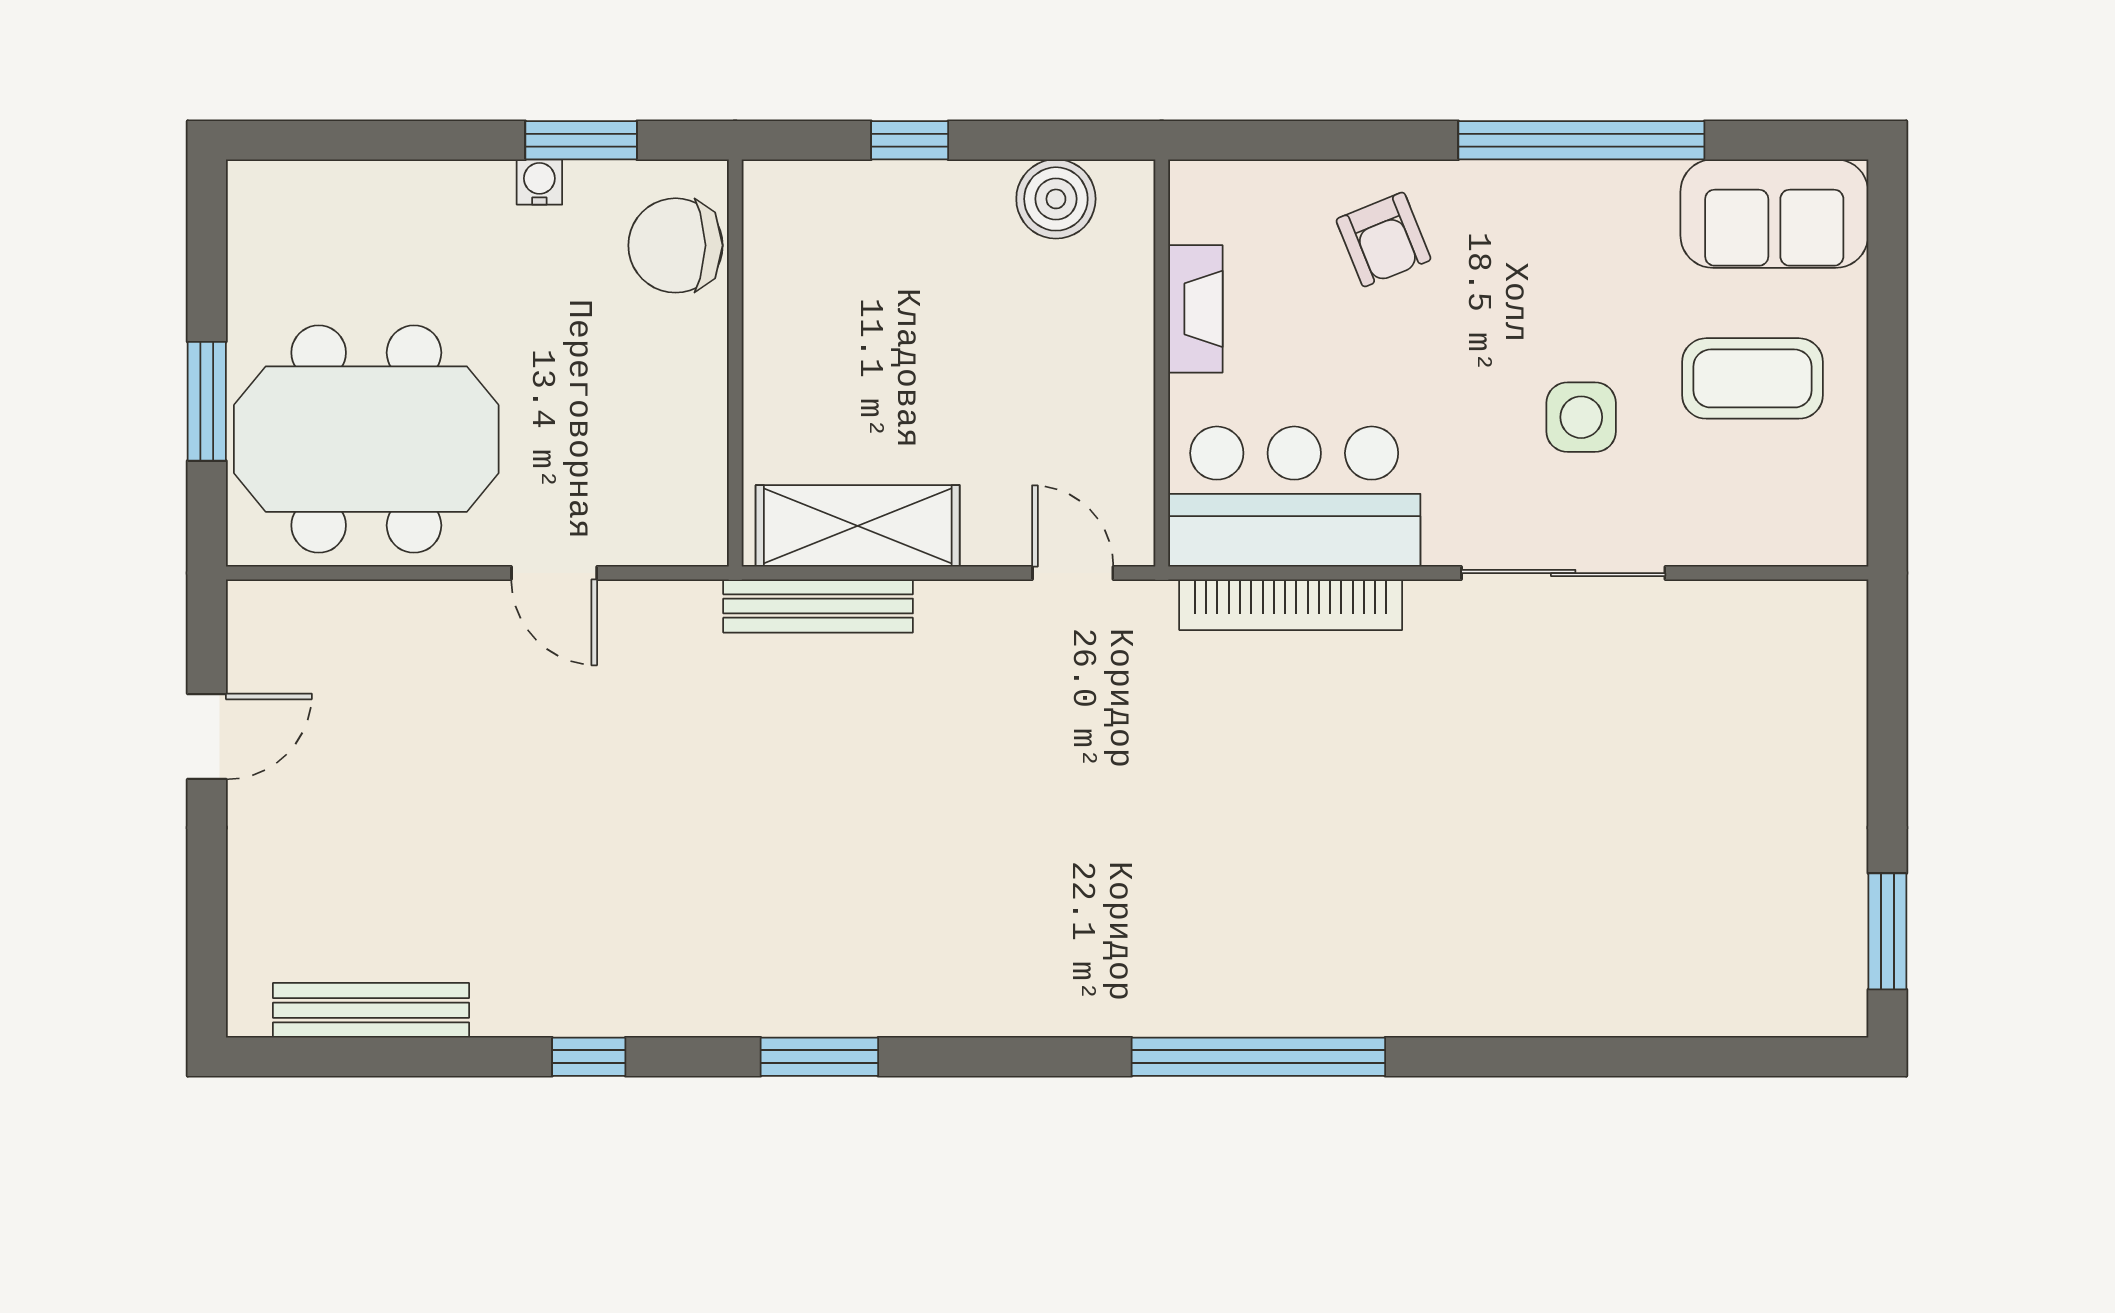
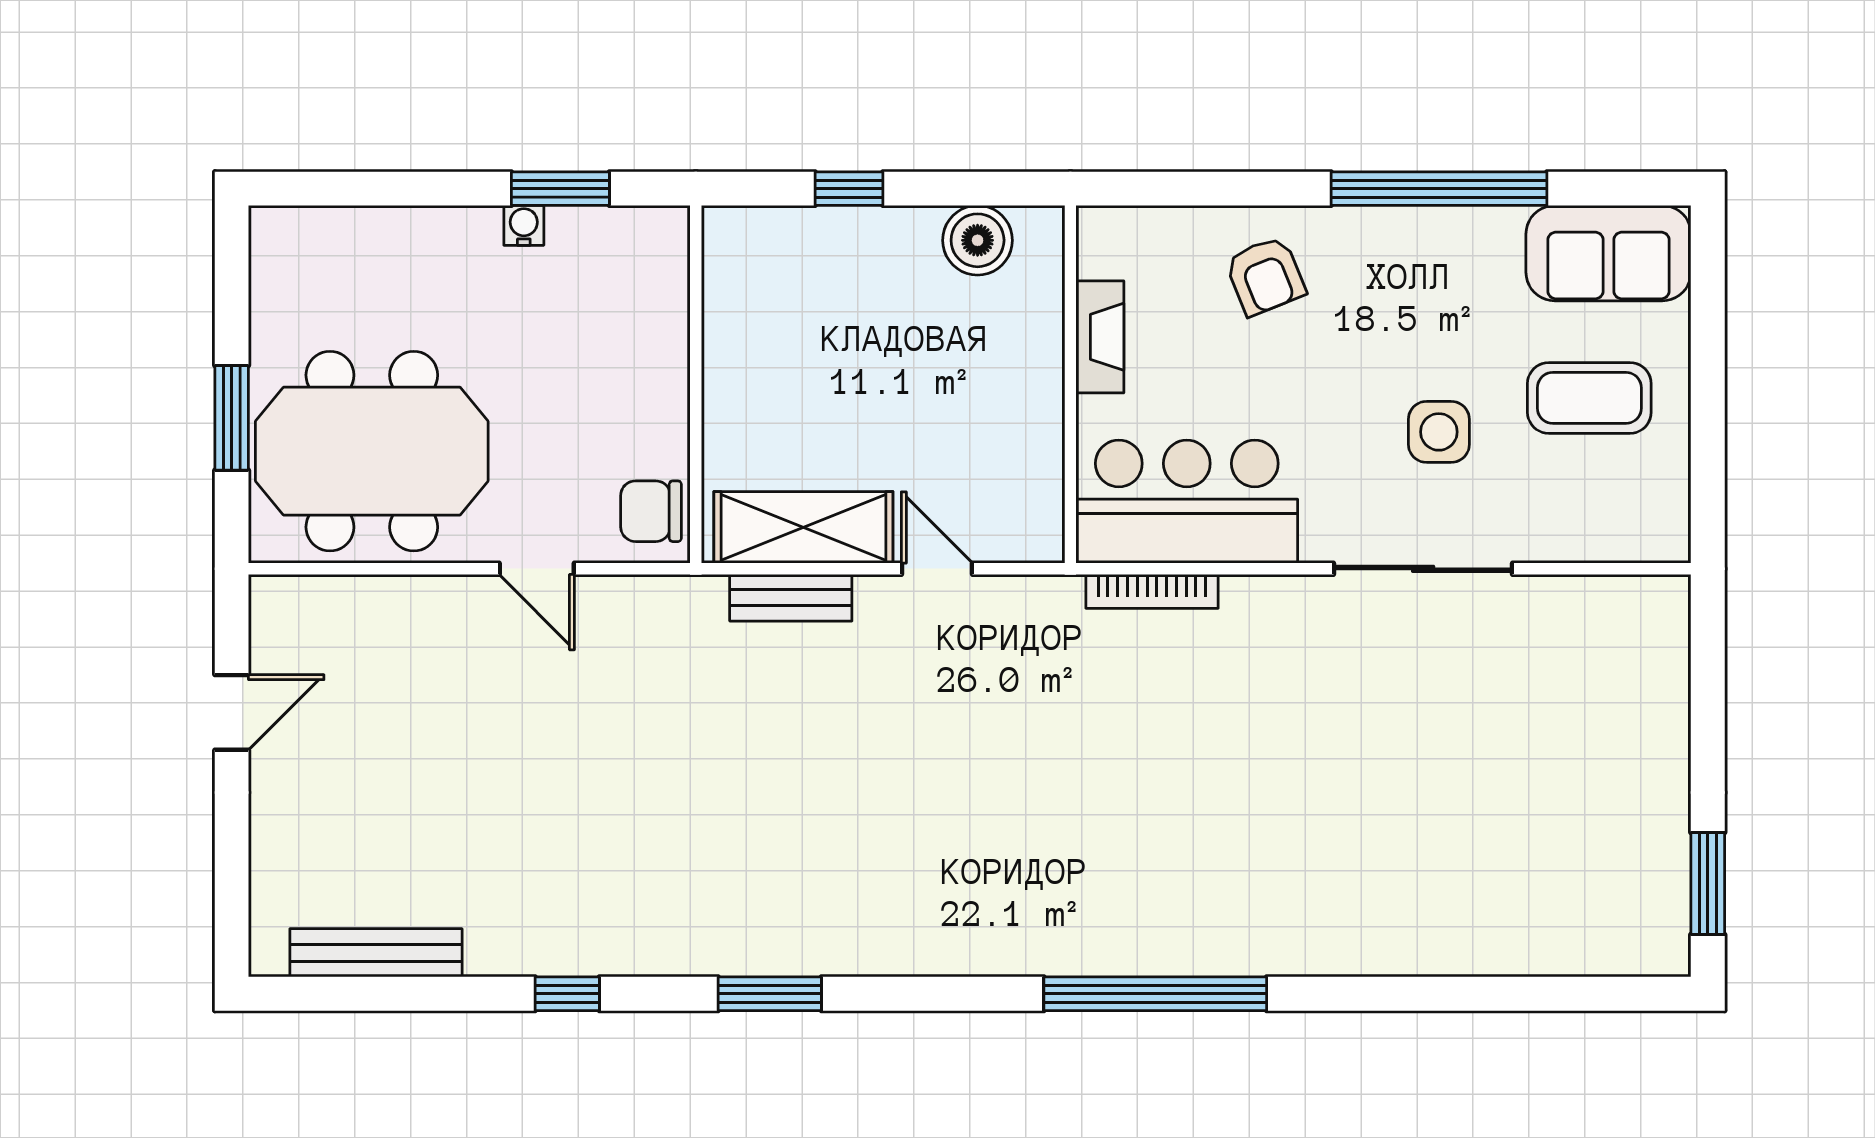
chair: (676, 245) -> (651, 511), moved, width x0.73, depth x0.73
door: (1073, 573) -> (937, 569), moved
bookcase: (1291, 605) -> (1152, 591), width x0.68, depth x0.76
bench: (818, 606) -> (791, 598), width x0.73

